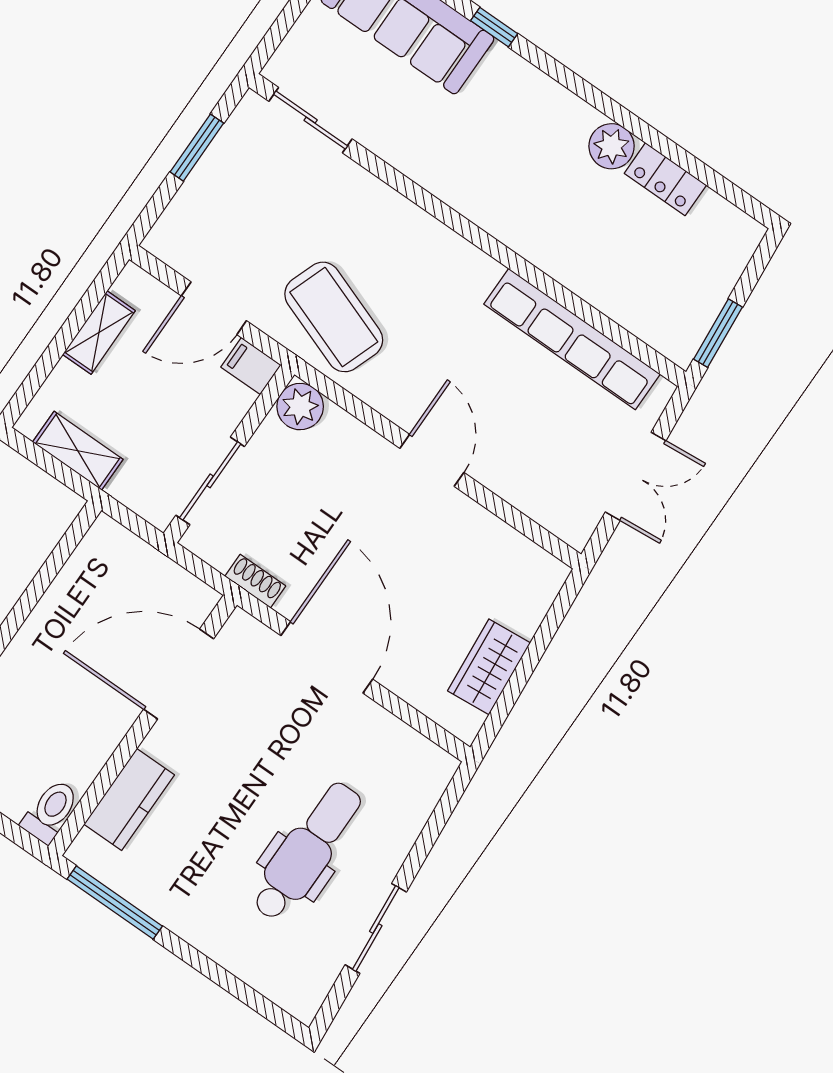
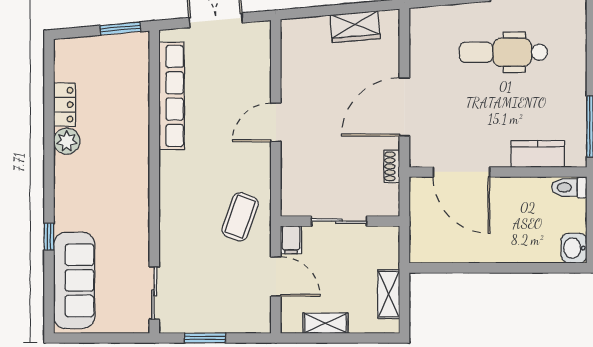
coffee table: (334, 317) -> (240, 217), width x0.73, depth x0.76
plant: (300, 407) -> (294, 203), removed
sliding door: (210, 481) -> (339, 221), moved

